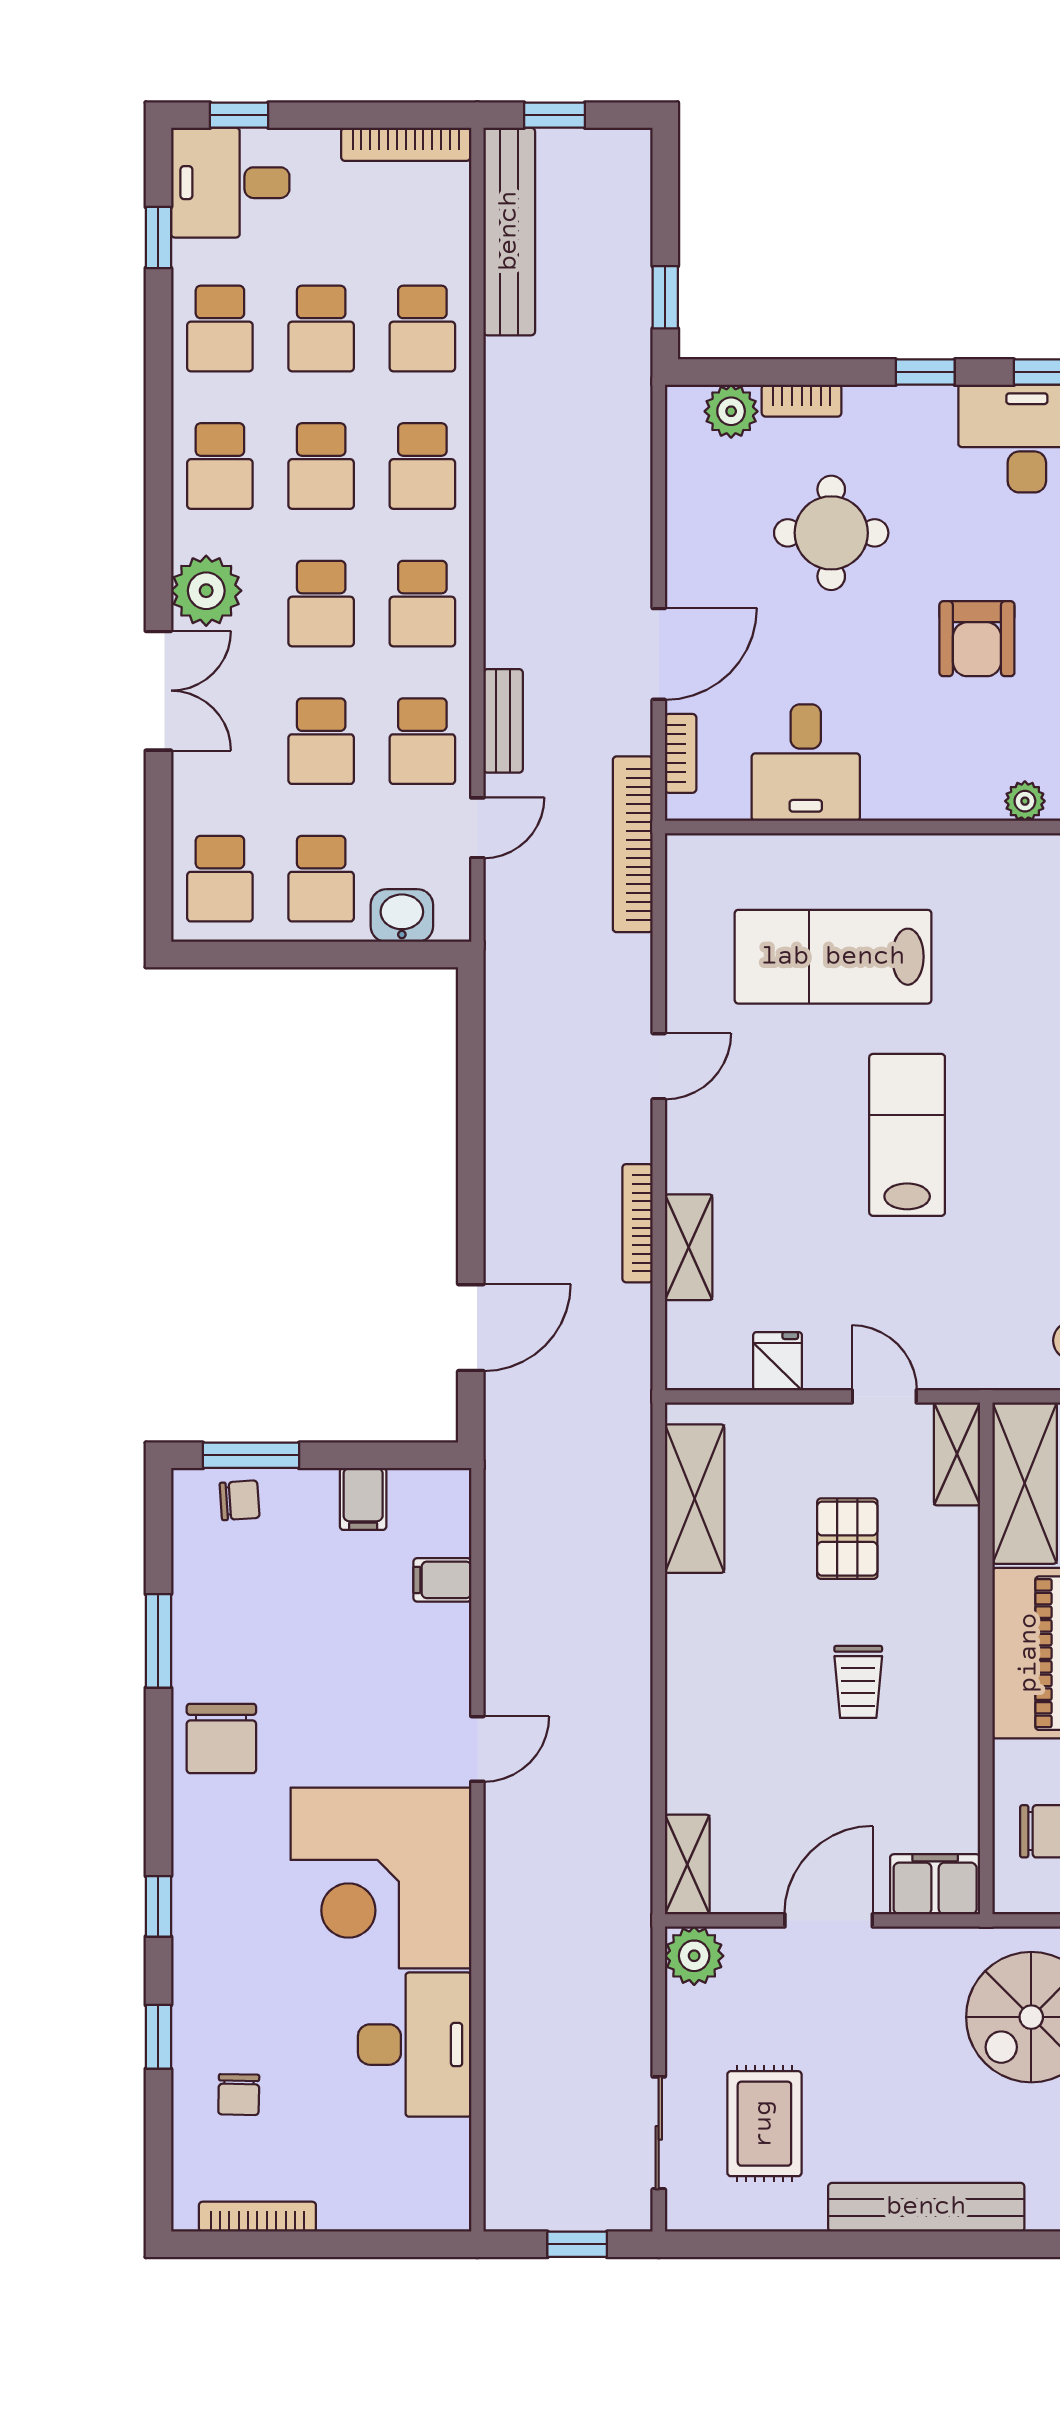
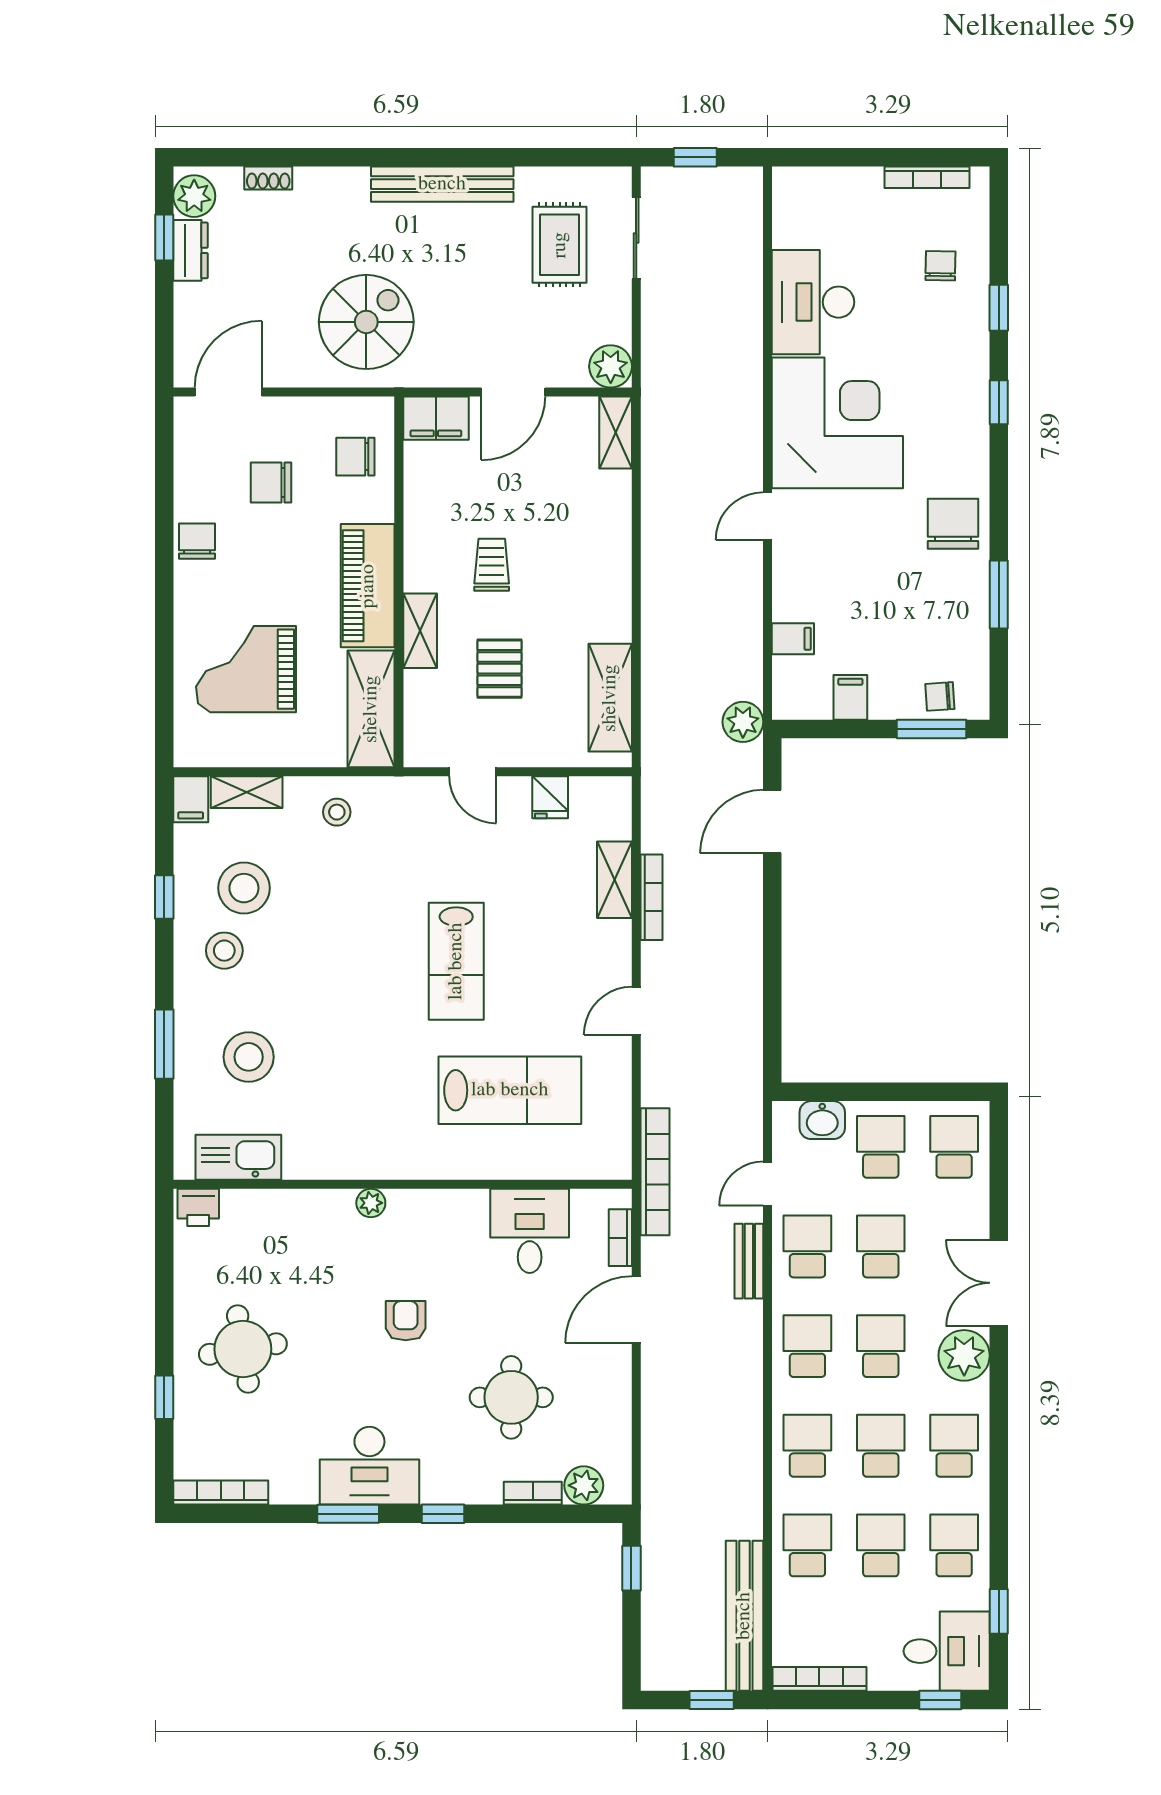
armchair: (977, 639) -> (406, 1321), width x0.72, depth x0.72
shelving: (957, 1454) -> (420, 631), moved
plant: (511, 1465) -> (743, 722), added

